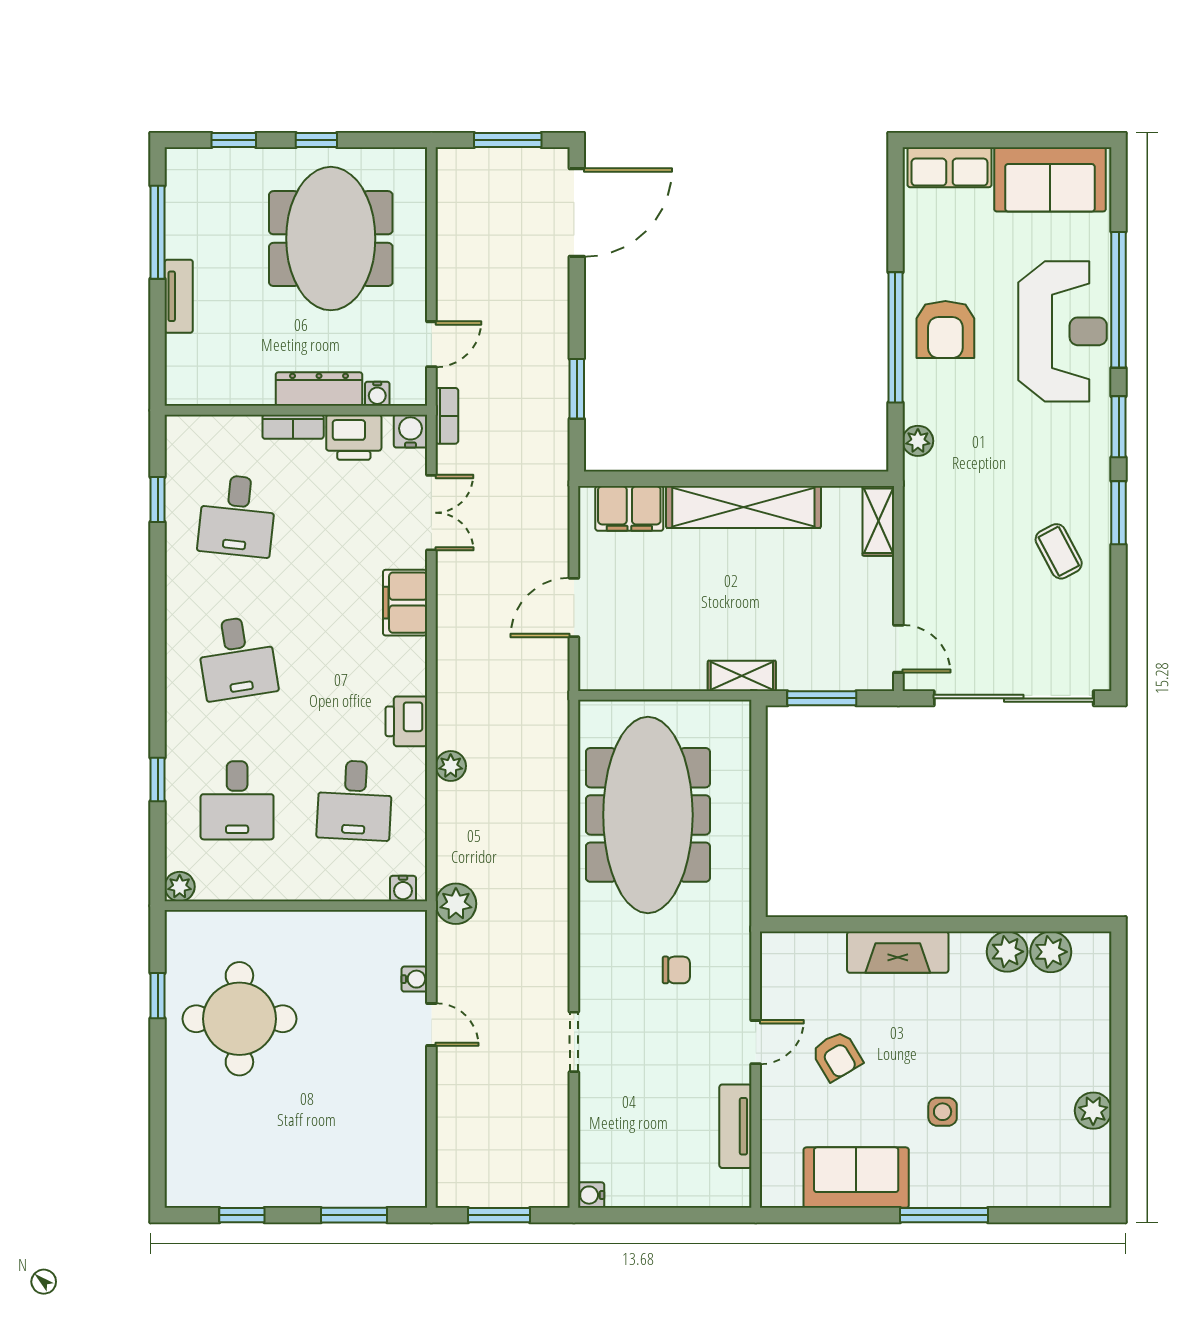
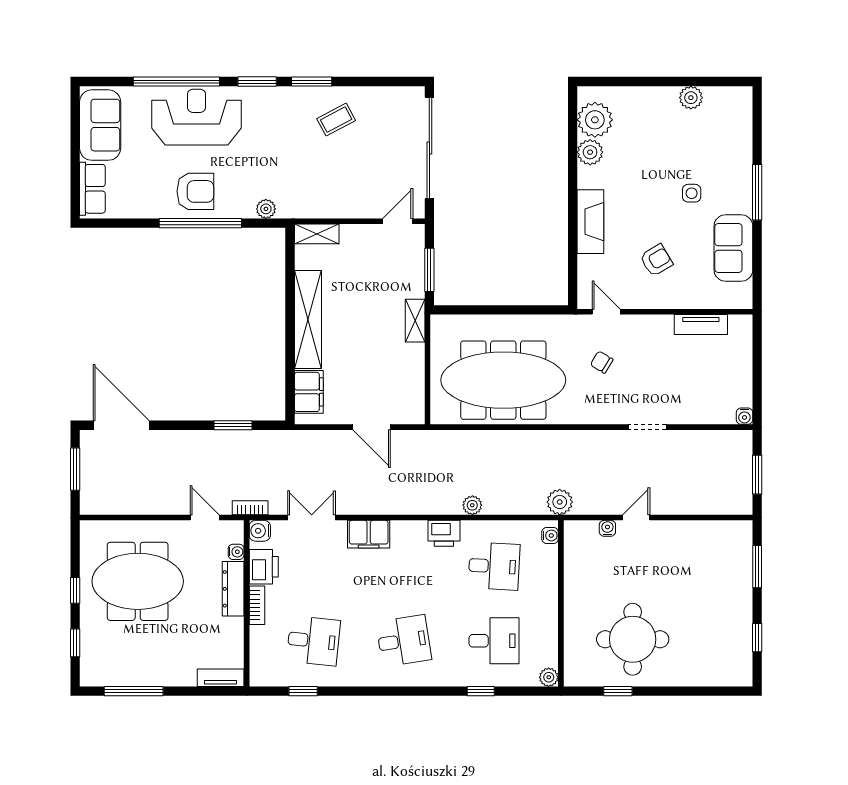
tv unit: (179, 296) -> (221, 678), moved
plant: (1051, 952) -> (595, 120), width x1.36, depth x1.36
chair: (676, 970) -> (602, 362), turned -59
door: (756, 1042) -> (606, 312), moved

